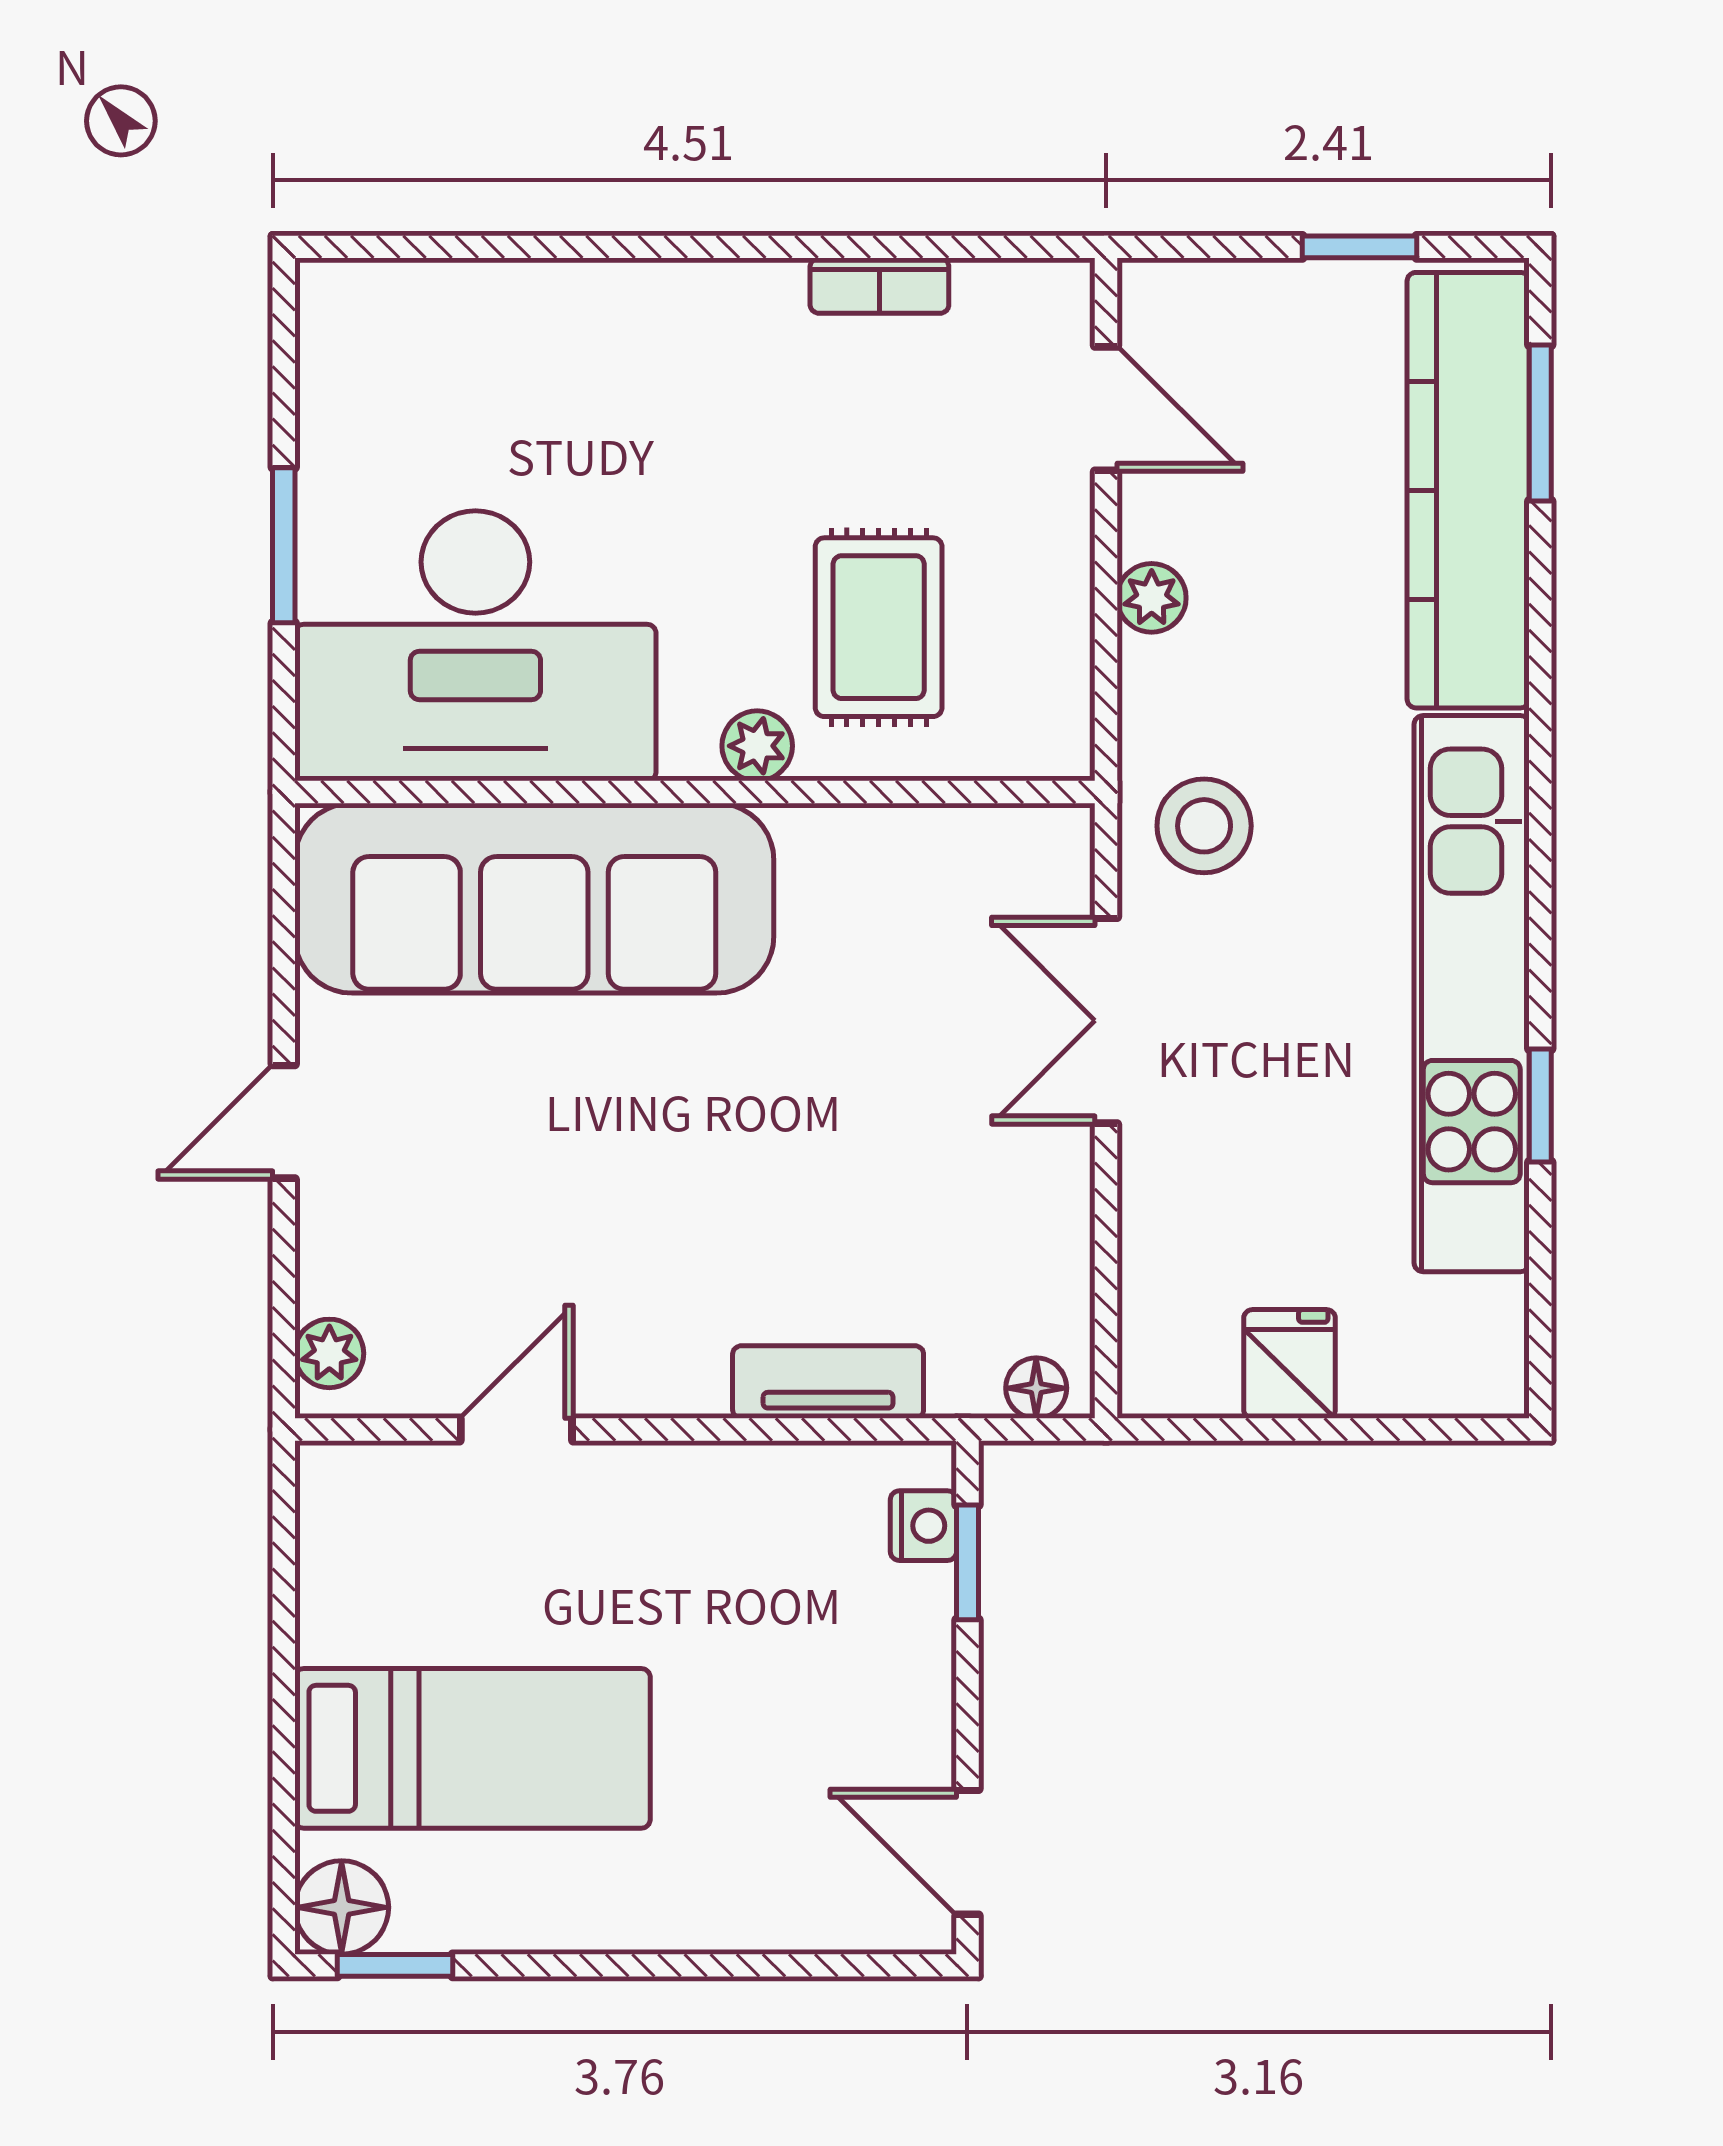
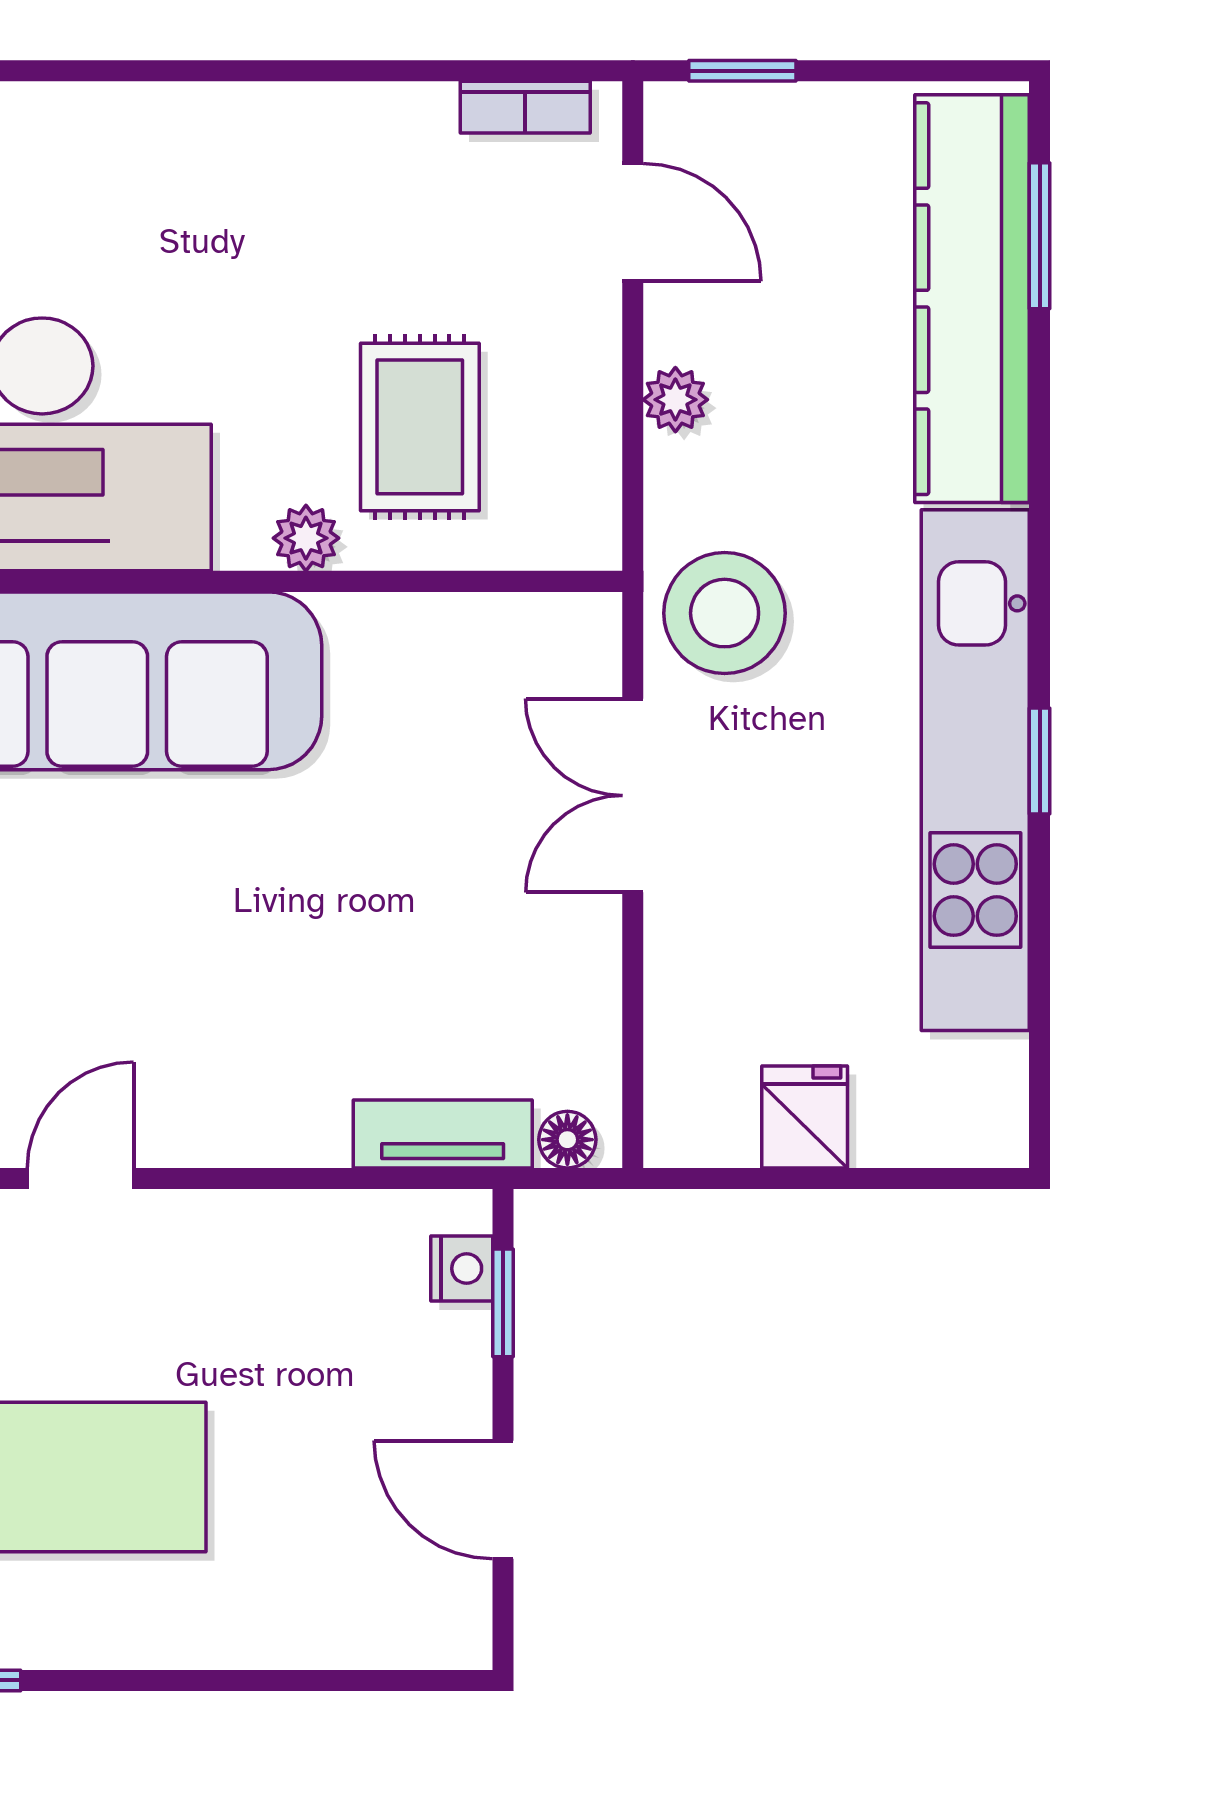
window: (1359, 247) -> (742, 71), moved
bookcase: (879, 286) -> (525, 107), moved
stool: (1204, 826) -> (725, 613), width x1.38, depth x1.38
window: (1540, 1106) -> (1040, 761), moved
tv unit: (828, 1382) -> (443, 1134), moved
door: (967, 1852) -> (503, 1500), moved

